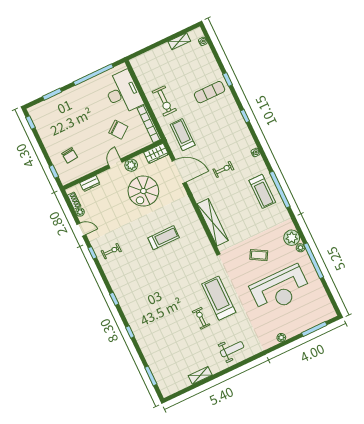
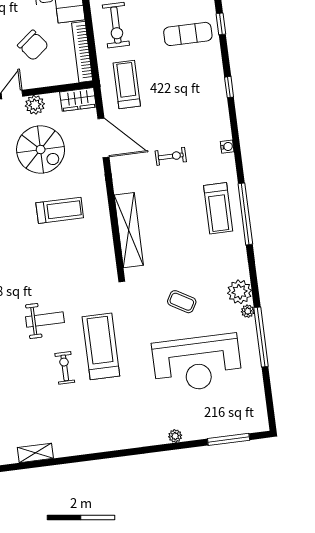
spiral stairs: (143, 191) -> (41, 150), turned -90
treadmill: (164, 238) -> (60, 210), moved
weight bench: (232, 349) -> (45, 320), moved

